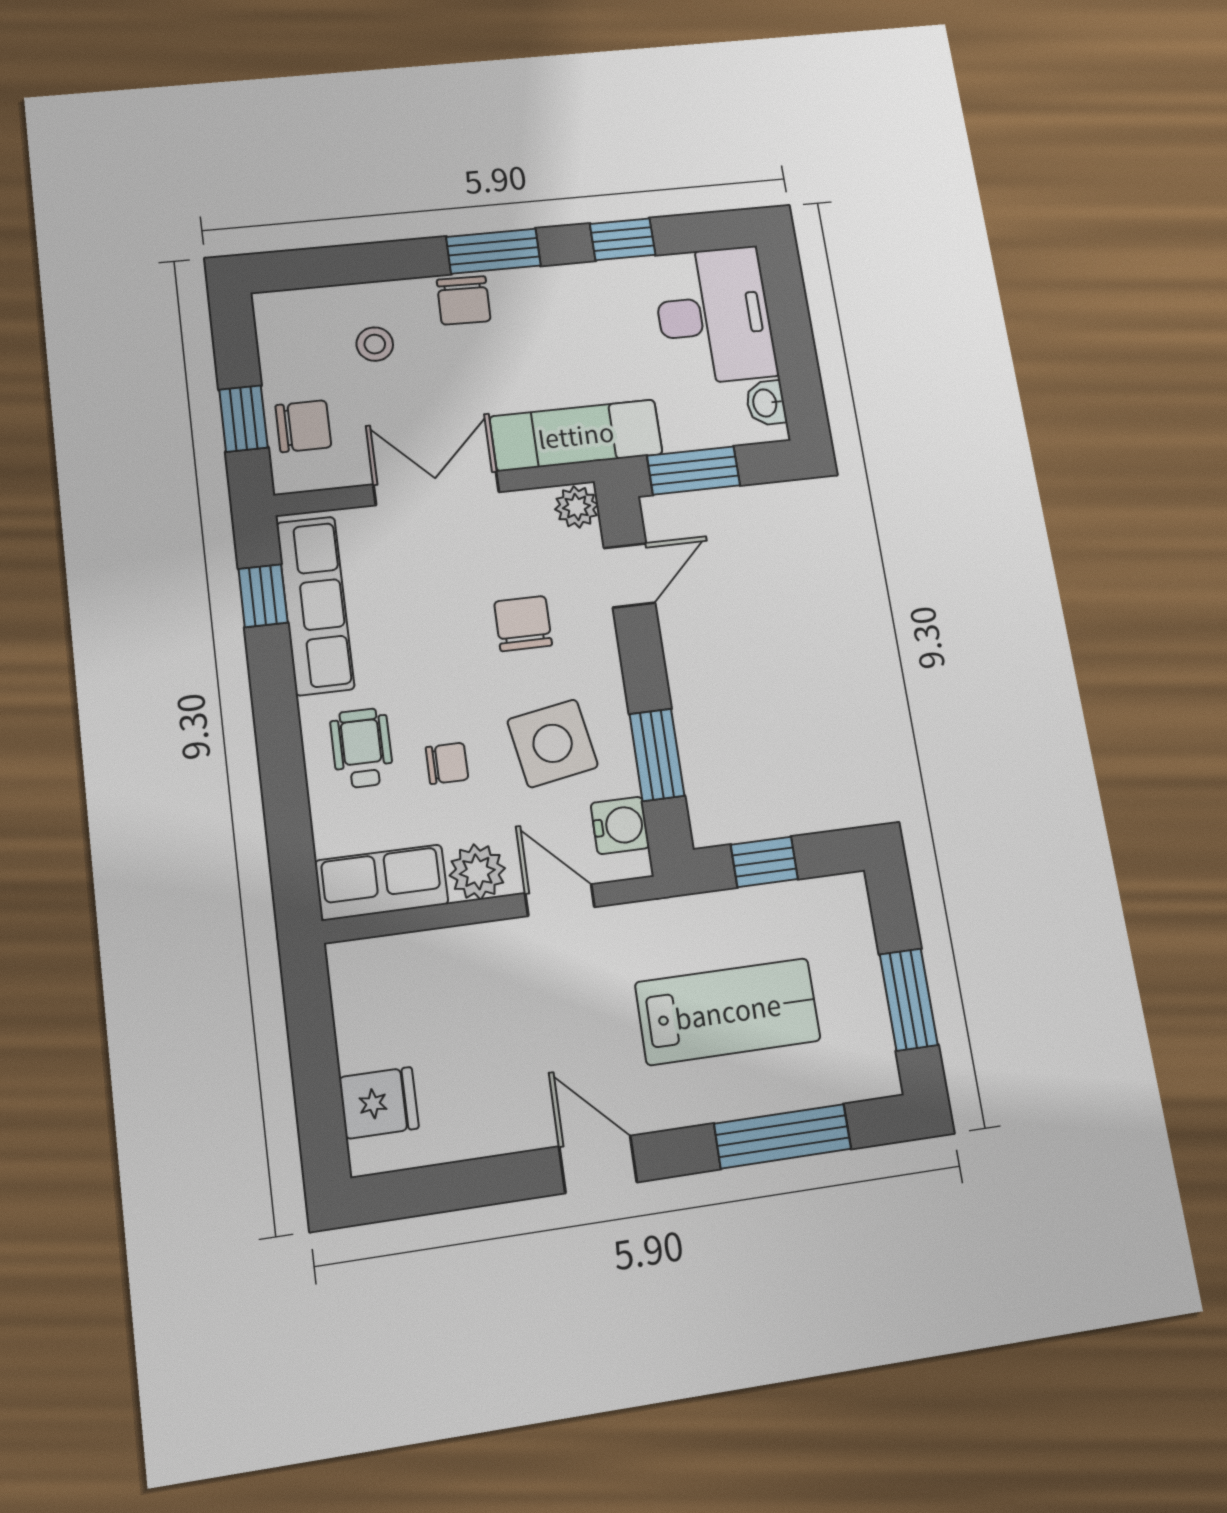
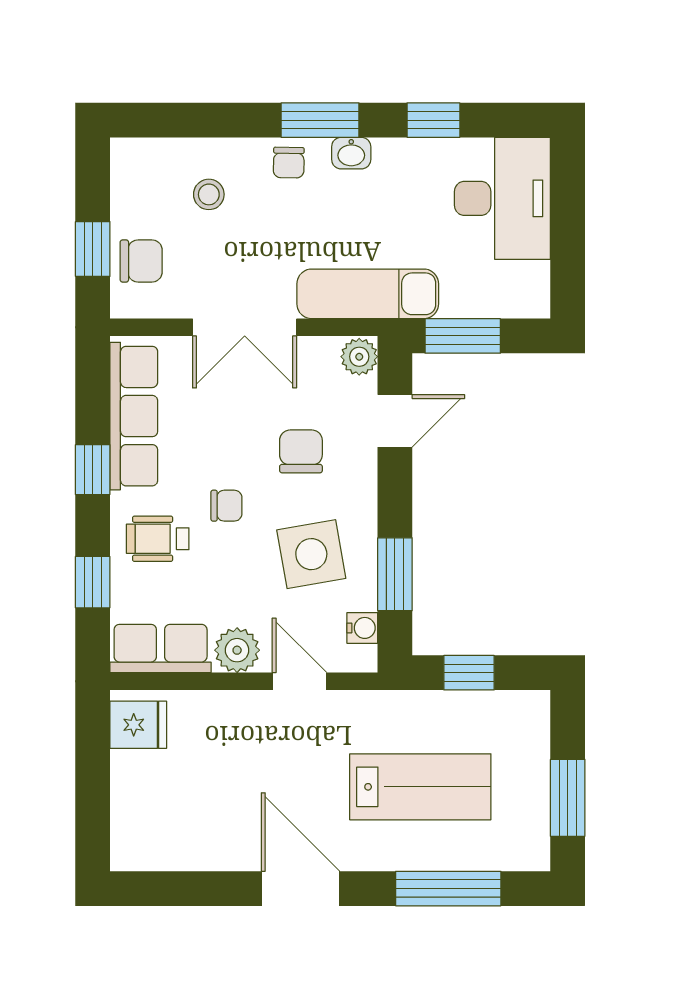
chair: (464, 300) -> (289, 163), width x0.73, depth x0.73
washbasin: (766, 403) -> (351, 153), moved, turned -90
double door: (436, 488) -> (245, 327), swing flipped
window: (263, 596) -> (93, 470), moved
wheelchair: (362, 748) -> (158, 539), turned -90
chair: (447, 763) -> (226, 506), moved
window: (287, 811) -> (93, 582), added
water cooler: (620, 825) -> (362, 628), width x0.72, depth x0.72
fridge: (379, 1103) -> (138, 725), moved
door: (598, 1164) -> (301, 889), width x1.38

